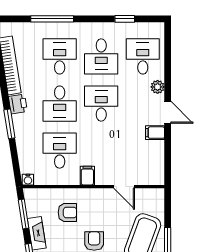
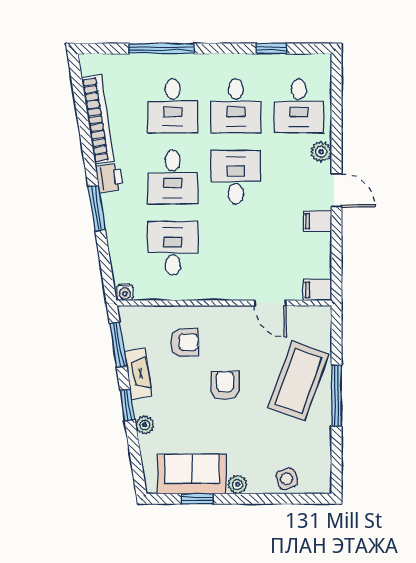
desk: (60, 56) -> (173, 106), turned 180
desk: (143, 56) -> (299, 106), turned 180
filing cabinet: (87, 176) -> (317, 290), moved, turned -90

